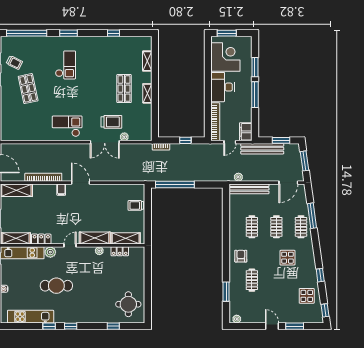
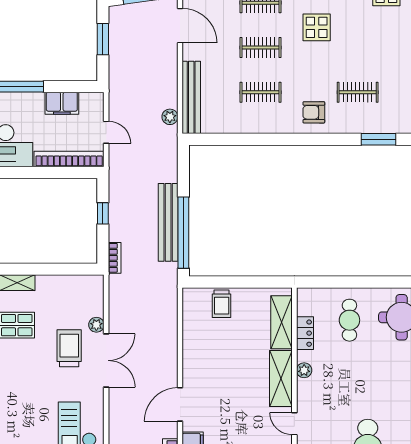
filing cabinet: (246, 132) -> (62, 103), moved
bench: (262, 149) -> (168, 222), moved
cafe table: (127, 276) -> (349, 320), added

